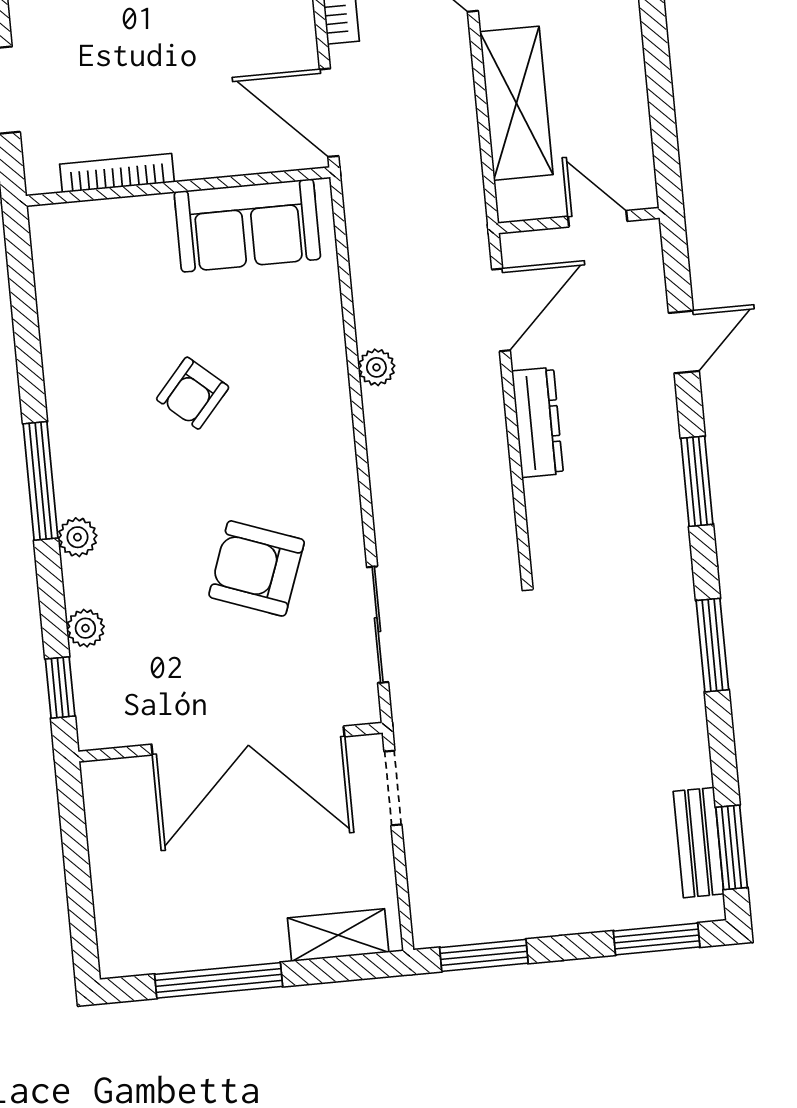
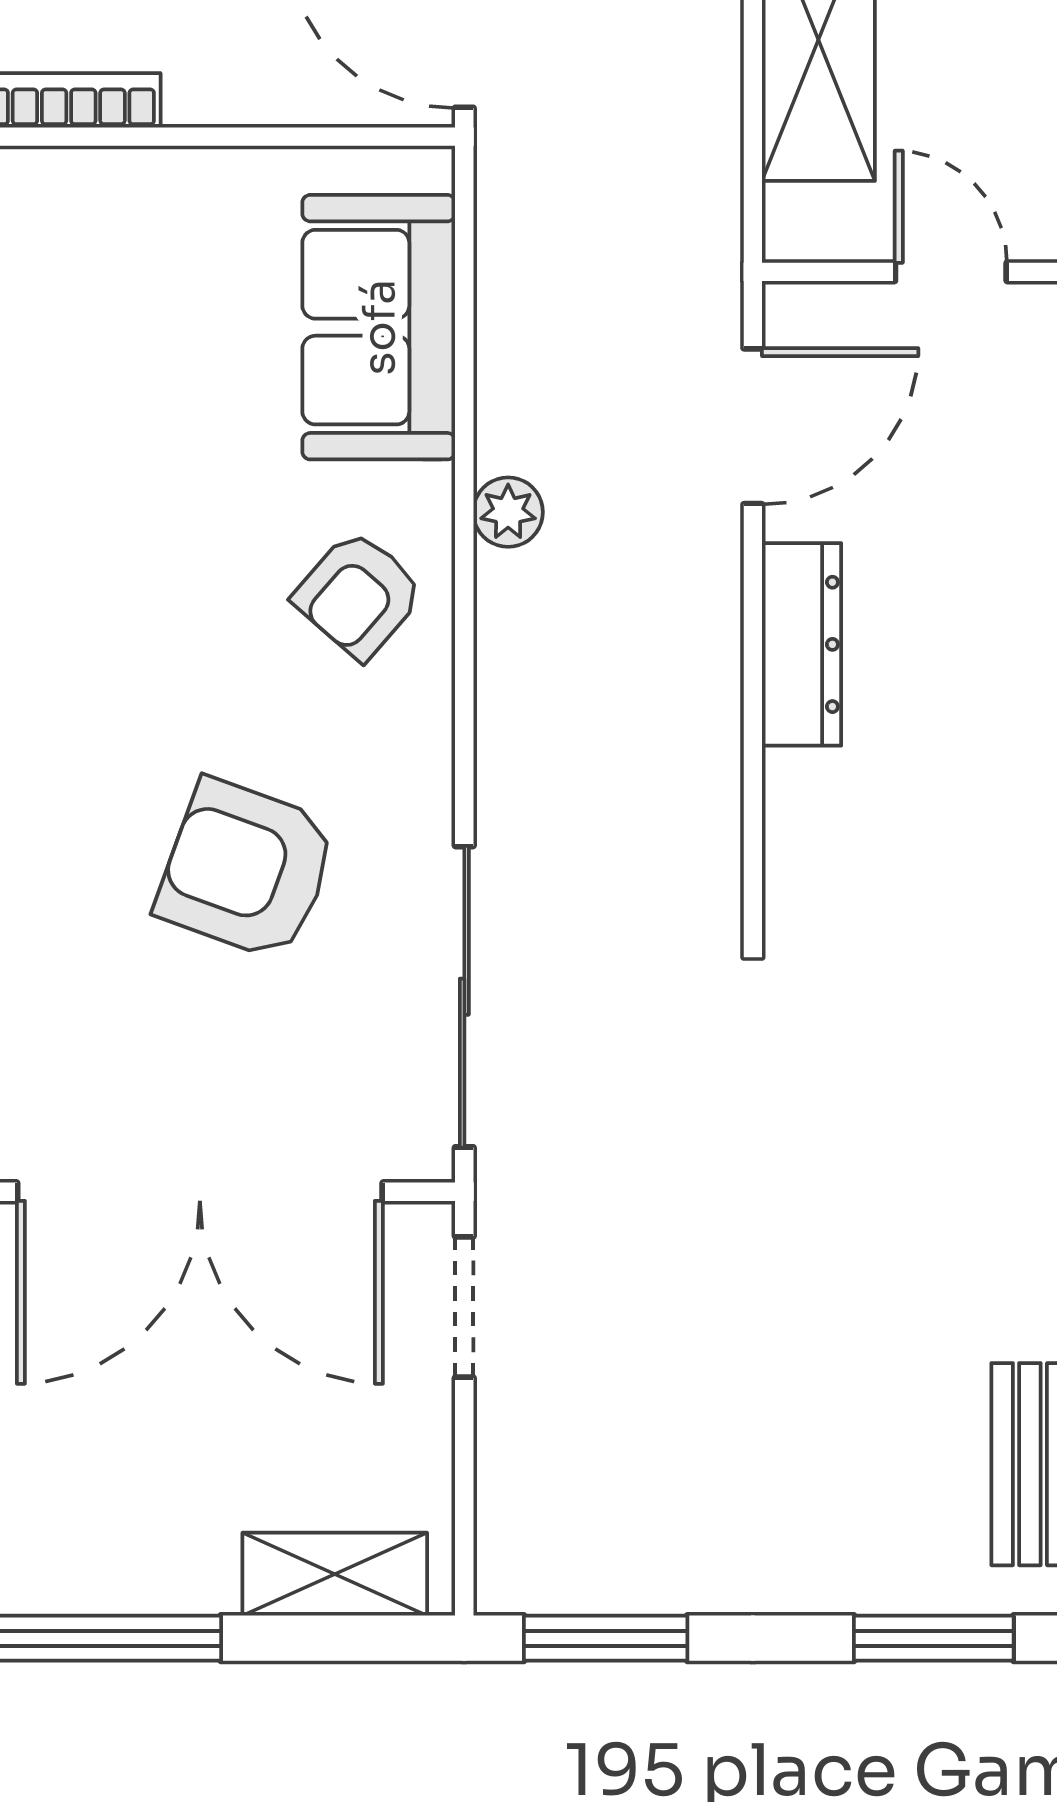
sofa: (247, 225) -> (379, 327), moved, turned 90
armchair: (193, 393) -> (359, 595), moved
sliding door: (378, 625) -> (464, 997), width x1.37

